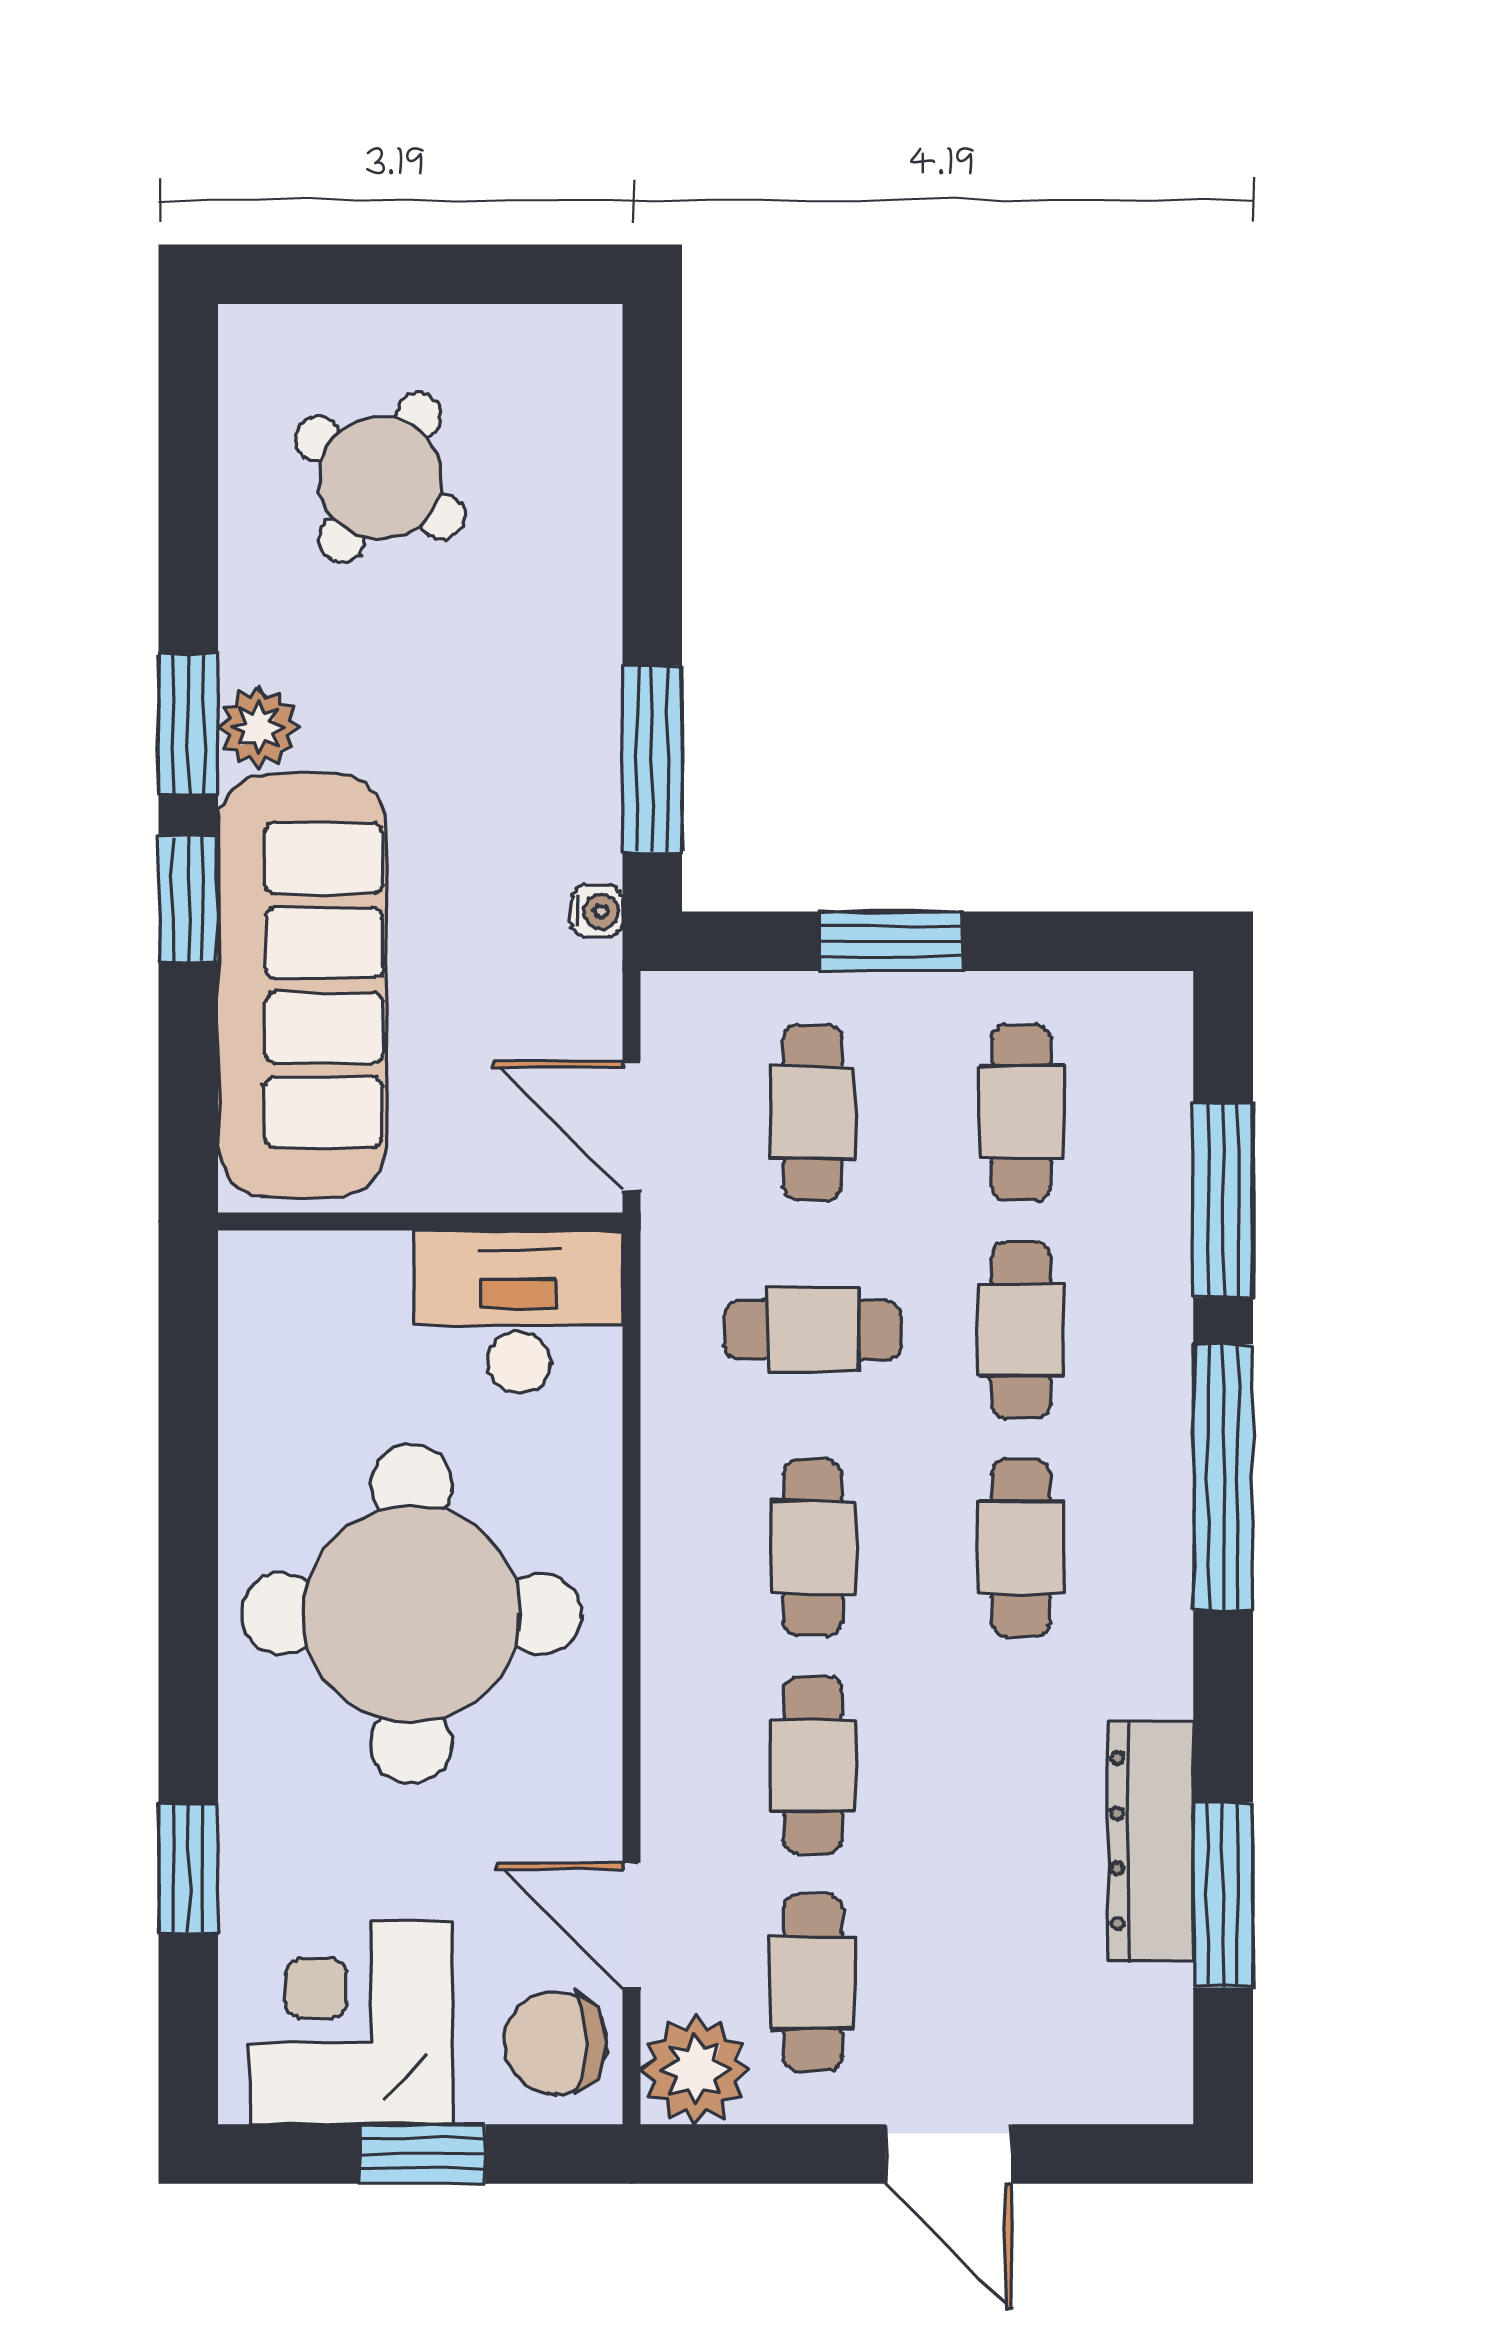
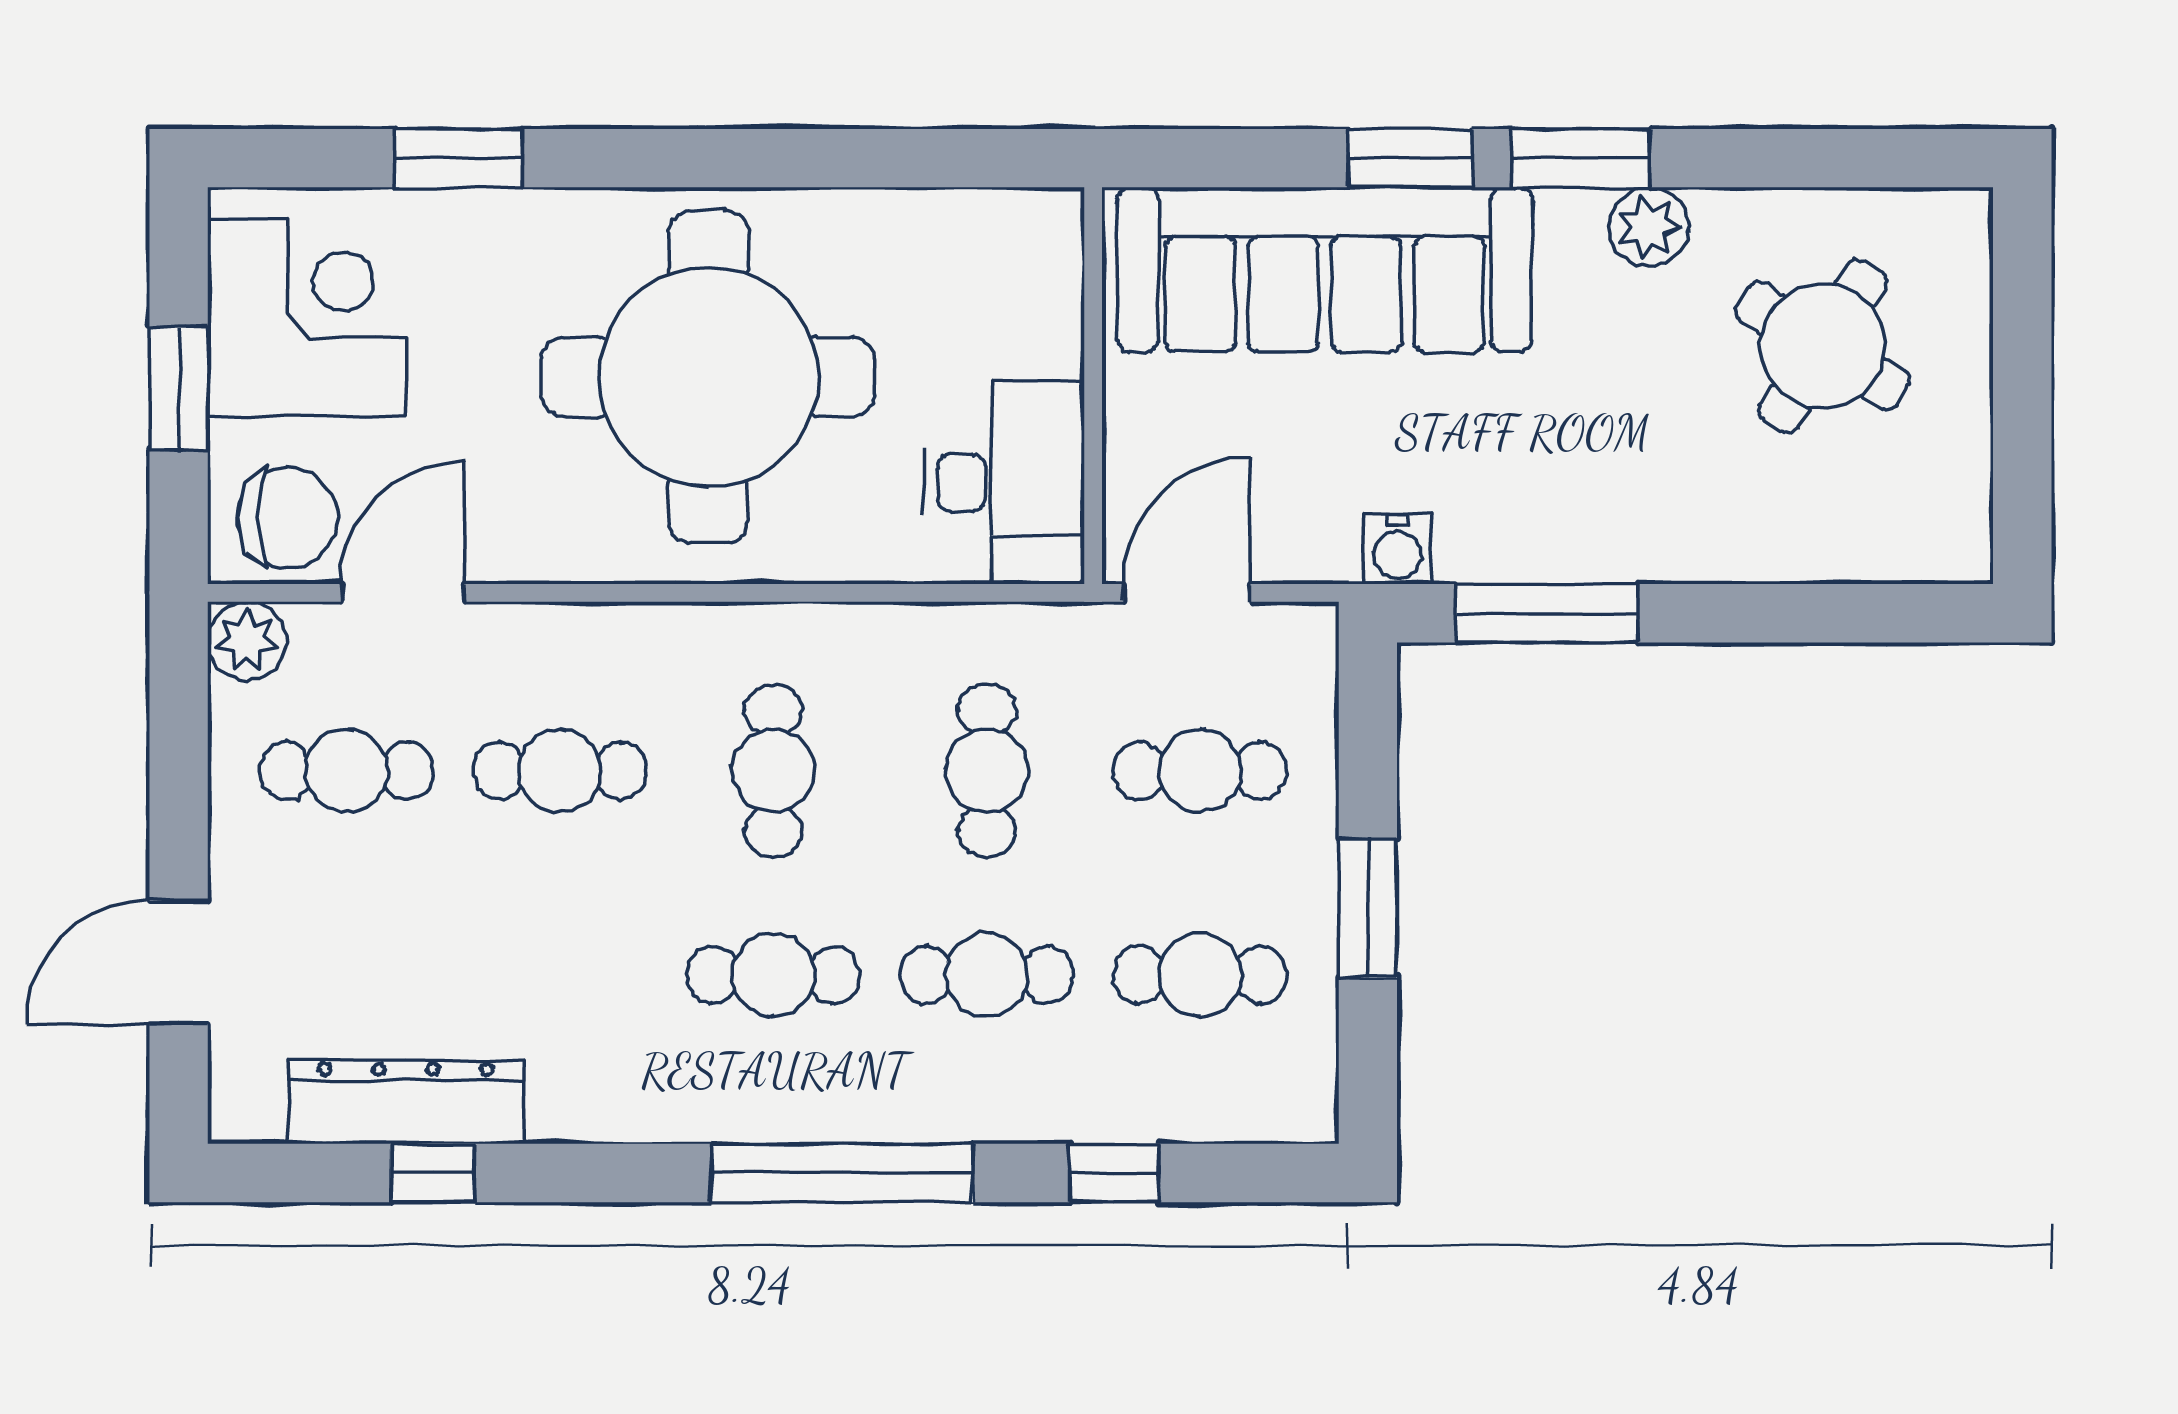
plant: (258, 727) -> (1649, 227), moved
water cooler: (597, 911) -> (1398, 549), width x1.38, depth x1.38
window: (892, 941) -> (1368, 908), moved
window: (1223, 1200) -> (1114, 1173), width x0.46
cafe table: (813, 1548) -> (773, 771), turned 90
dresser: (1151, 1841) -> (406, 1102), moved
window: (1223, 1895) -> (433, 1173), width x0.46
chair: (555, 2043) -> (288, 518), turned 90
plant: (695, 2070) -> (247, 641), width x0.73, depth x0.73
door: (949, 2154) -> (179, 962), moved

